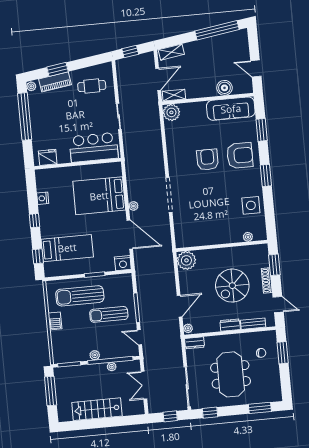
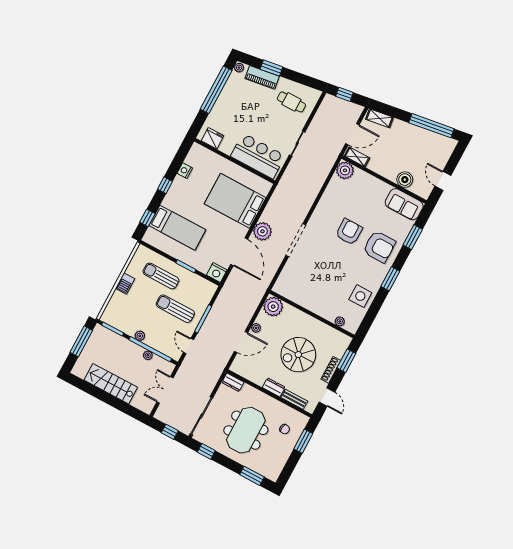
sofa: (231, 109) -> (404, 204), width x0.73
plant: (134, 206) -> (262, 231), width x1.88, depth x1.88
sun lounger: (80, 296) -> (161, 276), width x0.73, depth x0.75
plant: (188, 328) -> (256, 328), moved

